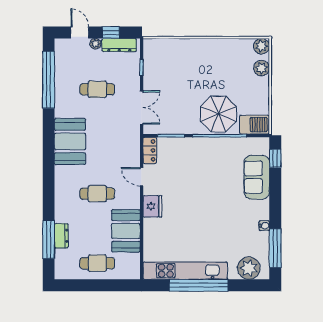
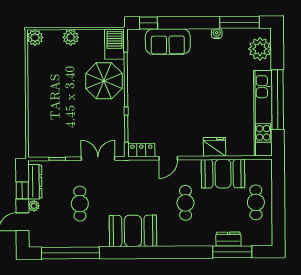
plant: (262, 68) -> (71, 37), moved
fridge: (152, 206) -> (215, 147), moved

